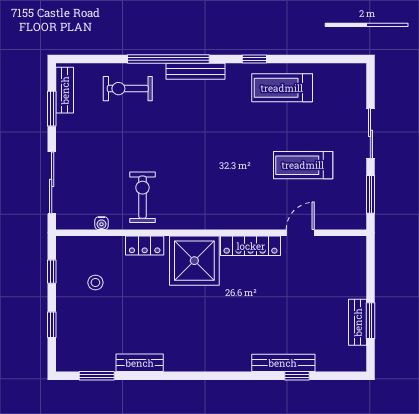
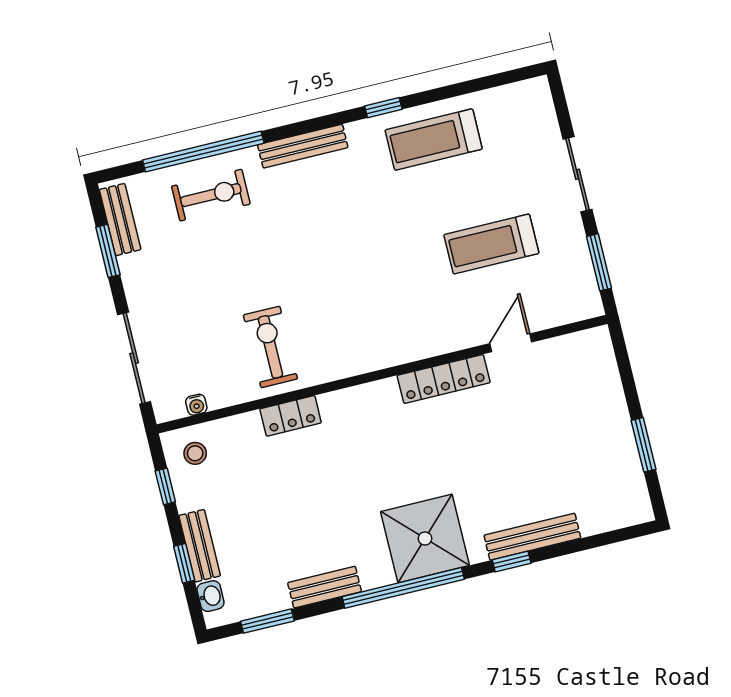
window: (168, 59) -> (203, 152), moved
exercise bike: (128, 89) -> (211, 195), turned 180
water cooler: (102, 223) -> (196, 405), moved
shower: (194, 261) -> (425, 538), moved
stool: (95, 282) -> (195, 453), moved
bench: (358, 322) -> (200, 546), moved
washbasin: (64, 350) -> (210, 596), added
window: (191, 376) -> (403, 588), added
window: (297, 376) -> (512, 561), moved

